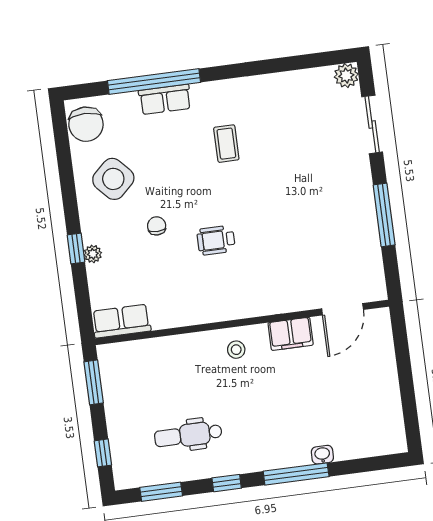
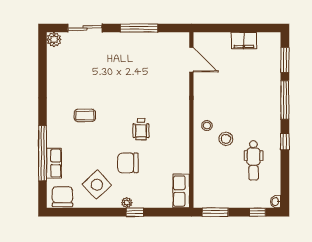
row of seats: (165, 99) -> (54, 163), moved
chair: (86, 124) -> (62, 197), turned -90
chair: (157, 226) -> (128, 163), width x1.87, depth x1.87
plant: (93, 254) -> (127, 203), moved
filing cabinet: (291, 334) -> (244, 41), moved, turned 90
stool: (218, 384) -> (226, 139), added
washbasin: (322, 455) -> (276, 202), moved
window: (161, 492) -> (285, 60), moved

